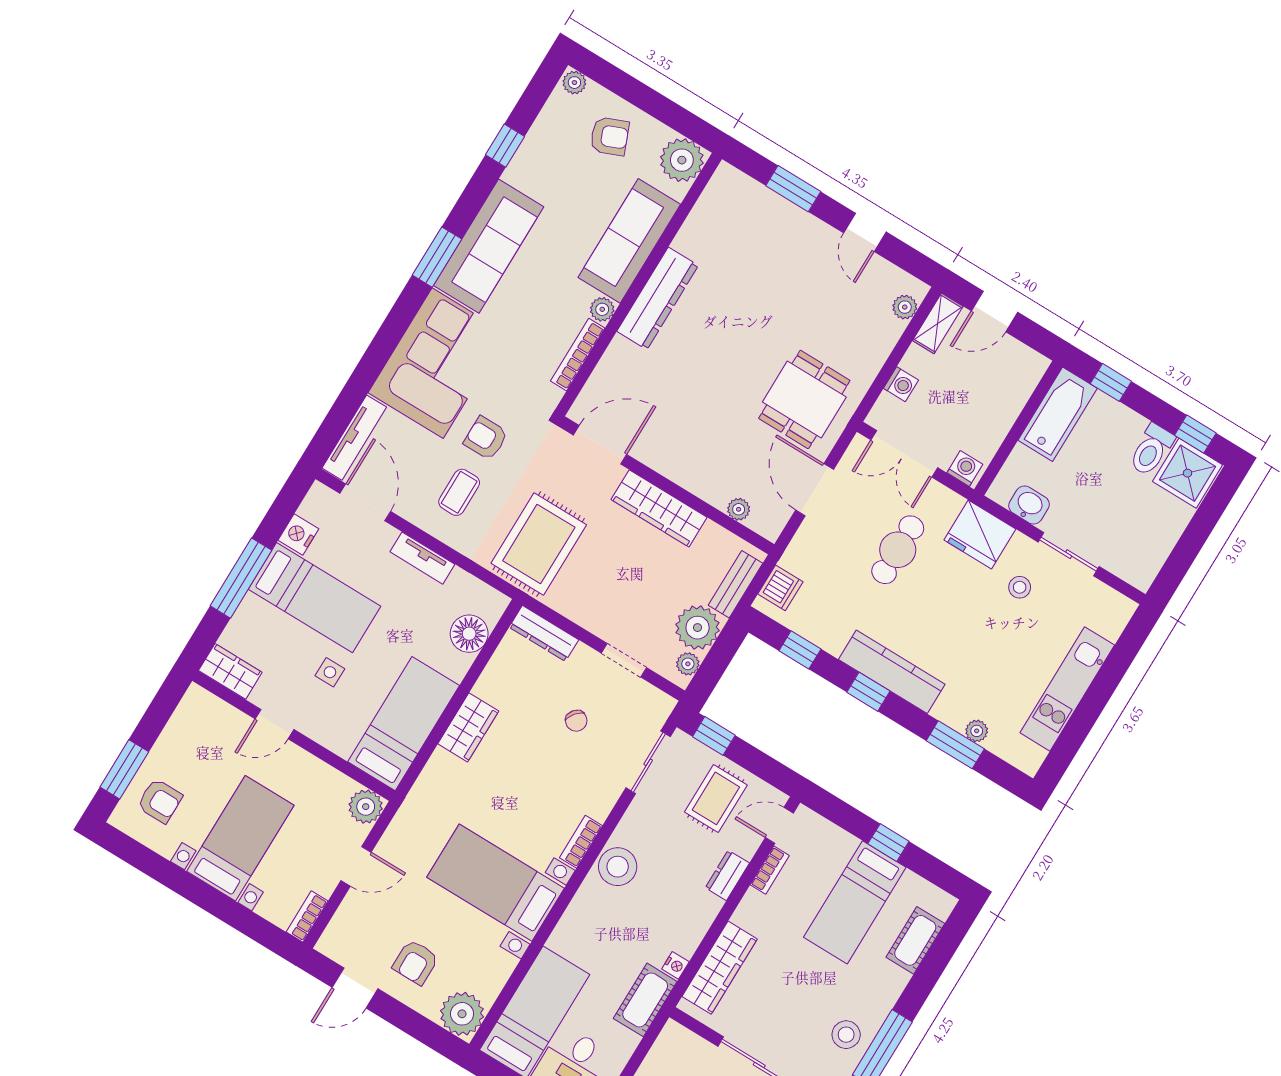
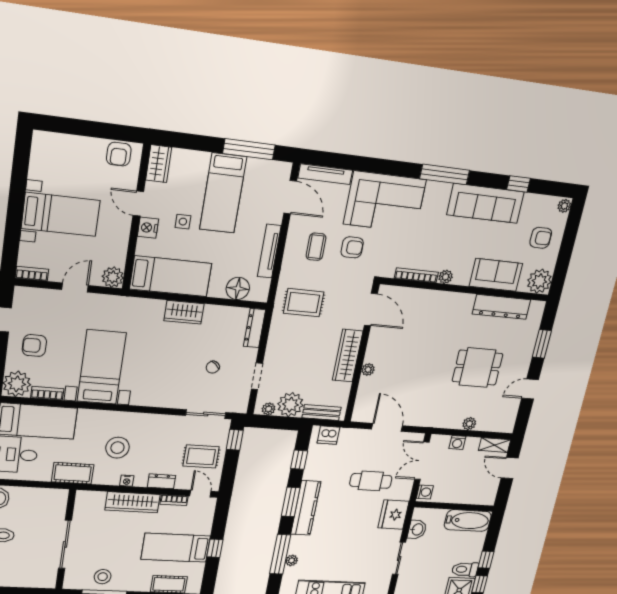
armchair: (610, 136) -> (541, 238), turned -68
sofa: (629, 241) -> (496, 275), width x0.73
sofa: (489, 246) -> (486, 203), moved
window: (437, 257) -> (445, 174), width x1.44
dresser: (658, 298) -> (501, 307), moved
plant: (905, 307) -> (469, 424), moved
window: (1111, 382) -> (486, 560), moved
dining table: (804, 399) -> (478, 368), moved
armchair: (486, 438) -> (352, 247), turned 90
door: (815, 490) -> (387, 427), hinge flipped
coffee table: (459, 492) -> (316, 247), turned 90
door: (365, 502) -> (290, 197), hinge flipped
plant: (739, 509) -> (368, 370), moved
nightstand: (298, 534) -> (148, 228), moved, turned -90
rug: (539, 544) -> (304, 303), width x0.73, depth x0.70
tv unit: (422, 558) -> (269, 251), width x1.41
window: (241, 578) -> (249, 149), moved
stool: (1020, 587) -> (374, 545), removed
window: (868, 692) -> (291, 502), width x1.50
window: (955, 745) -> (280, 554), width x1.44
window: (124, 769) -> (71, 126), removed
armchair: (160, 801) -> (119, 154), moved
bookcase: (581, 842) -> (47, 393), moved
door: (356, 866) -> (75, 288), swing flipped
stool: (618, 867) -> (117, 448), moved
nightstand: (675, 965) -> (127, 481), moved
wardrobe: (720, 968) -> (133, 502), moved

